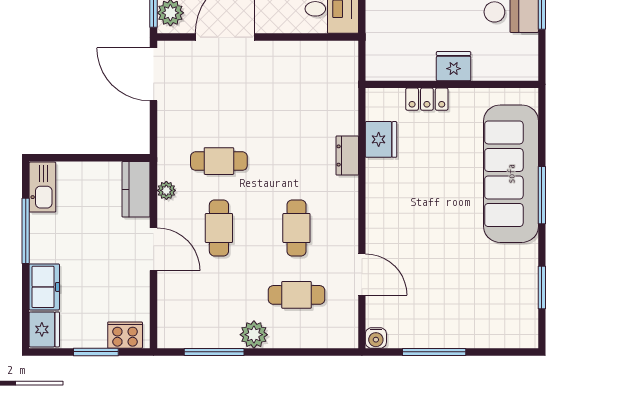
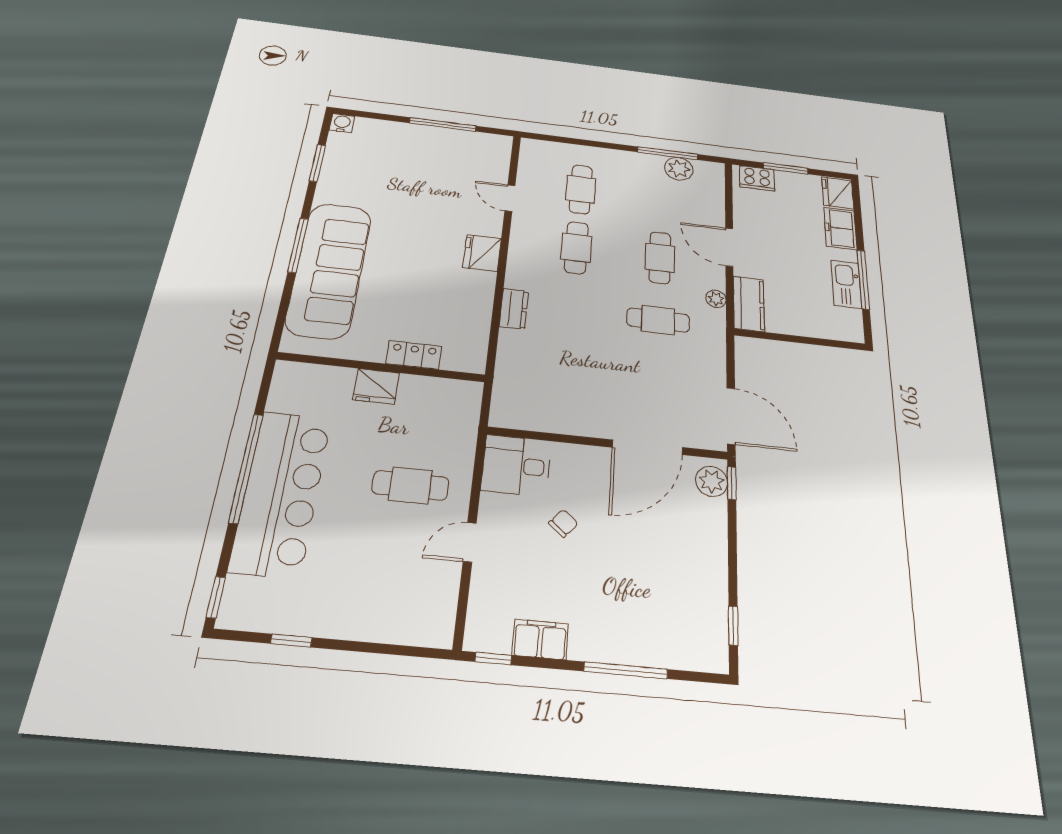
fridge: (381, 139) -> (482, 253), moved
kitchen sink: (42, 187) -> (846, 284), moved
door: (362, 274) -> (510, 198), width x0.73
cafe table: (296, 295) -> (581, 189), turned 90
plant: (254, 335) -> (679, 169), moved
water cooler: (376, 338) -> (342, 123), moved

